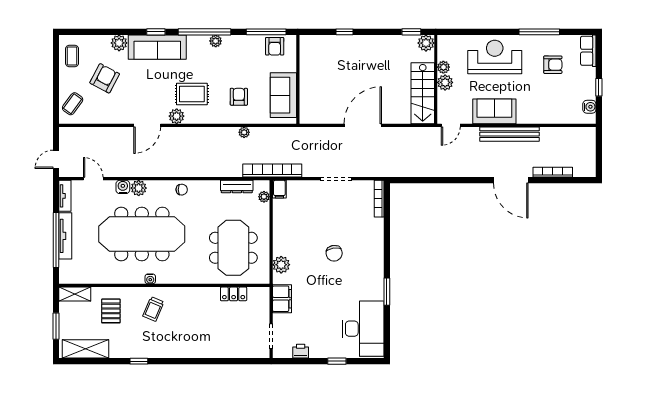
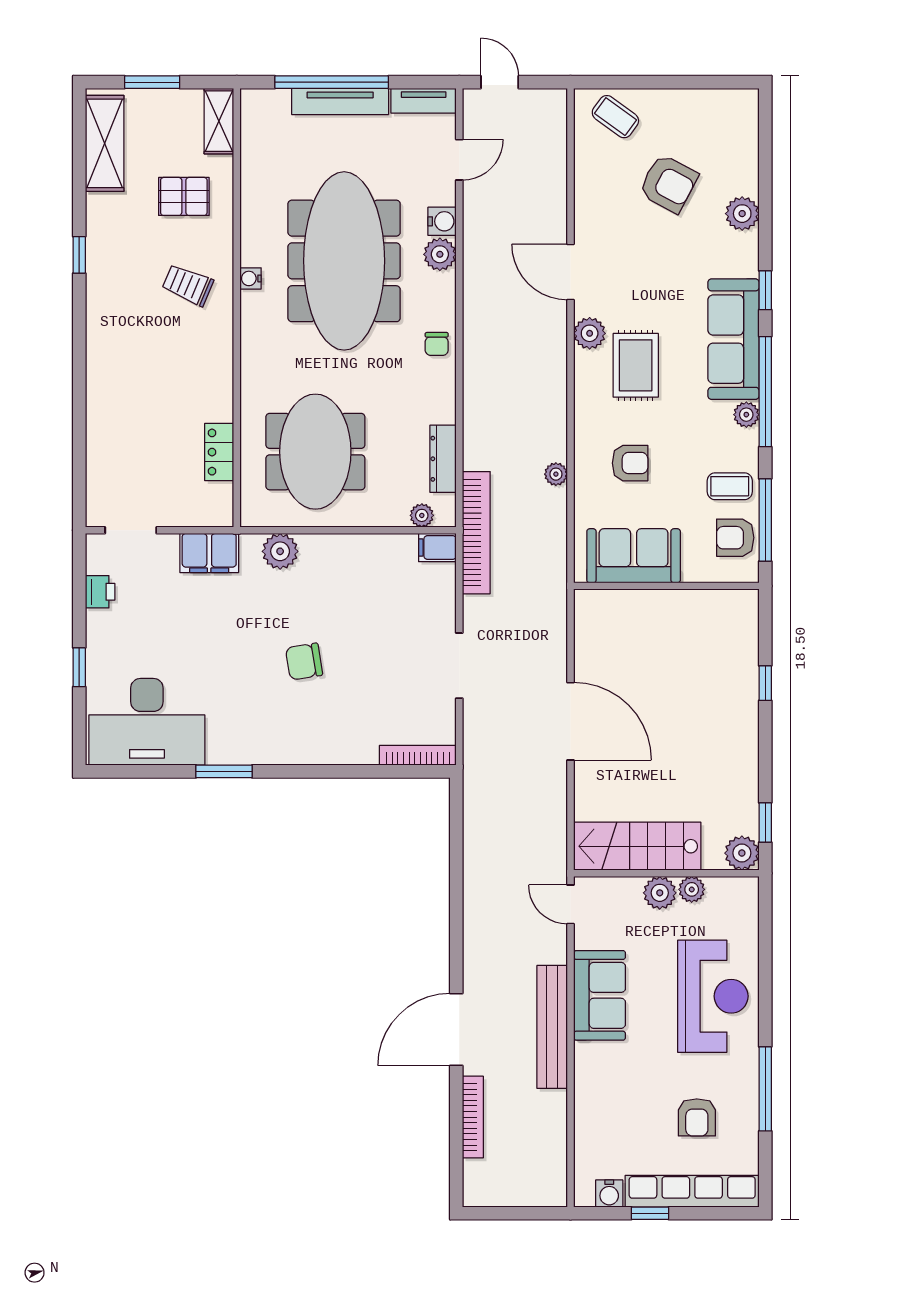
sofa: (157, 47) -> (734, 339), moved
row of seats: (588, 51) -> (692, 1191), width x2.02
coffee table: (72, 56) -> (730, 486), moved
meeting table: (233, 248) -> (315, 452), turned 90

